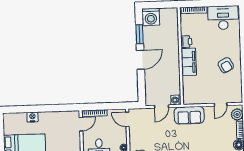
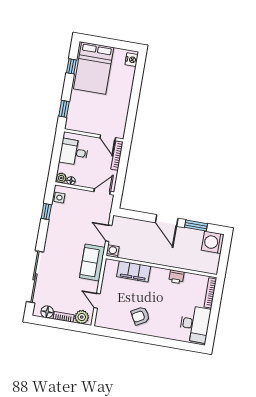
filing cabinet: (189, 62) -> (134, 271), moved
nightstand: (32, 117) -> (132, 60), moved

